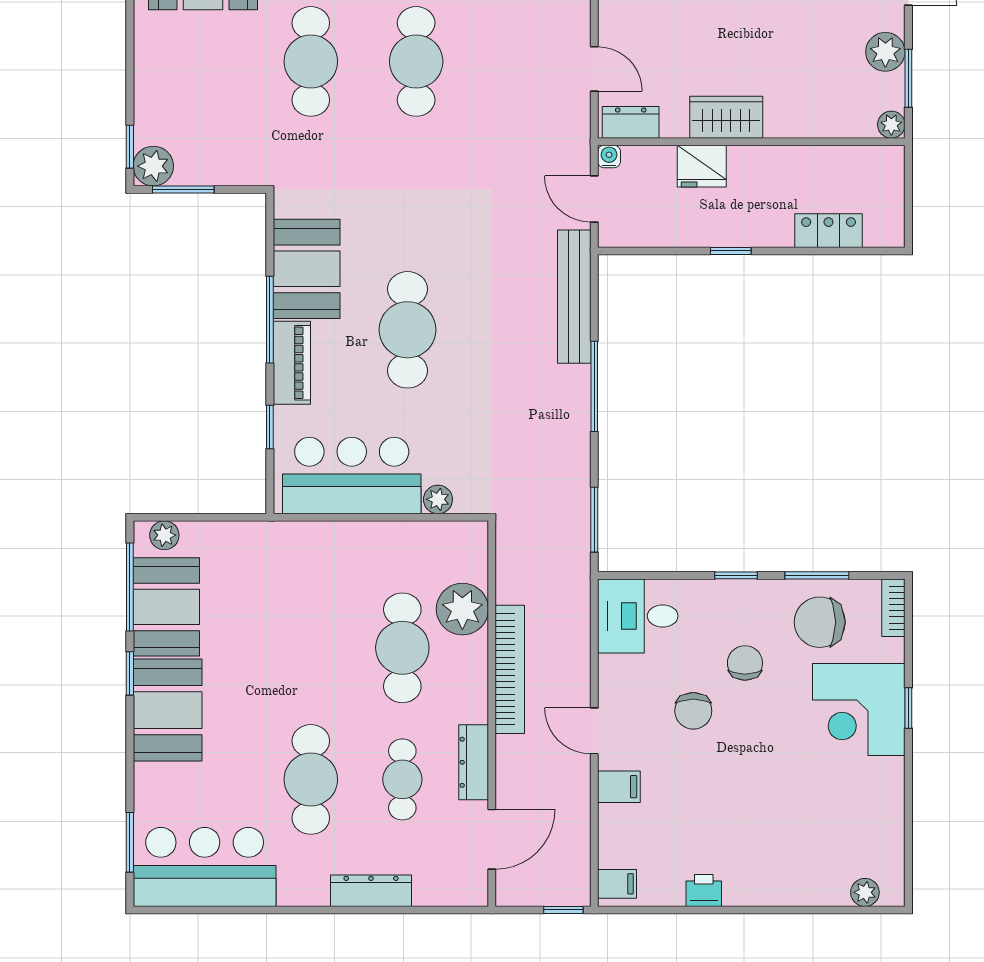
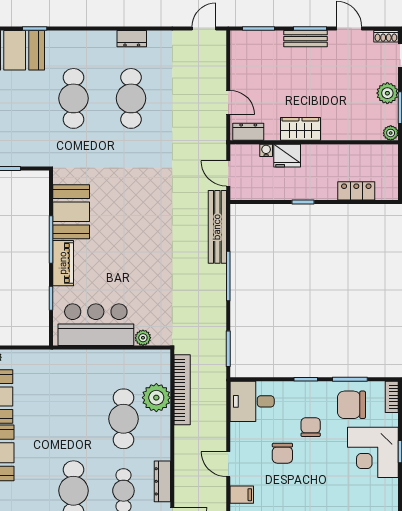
water cooler: (609, 157) -> (266, 150), moved
cafe table: (408, 330) -> (126, 245), removed
bookcase: (510, 669) -> (182, 390), moved

